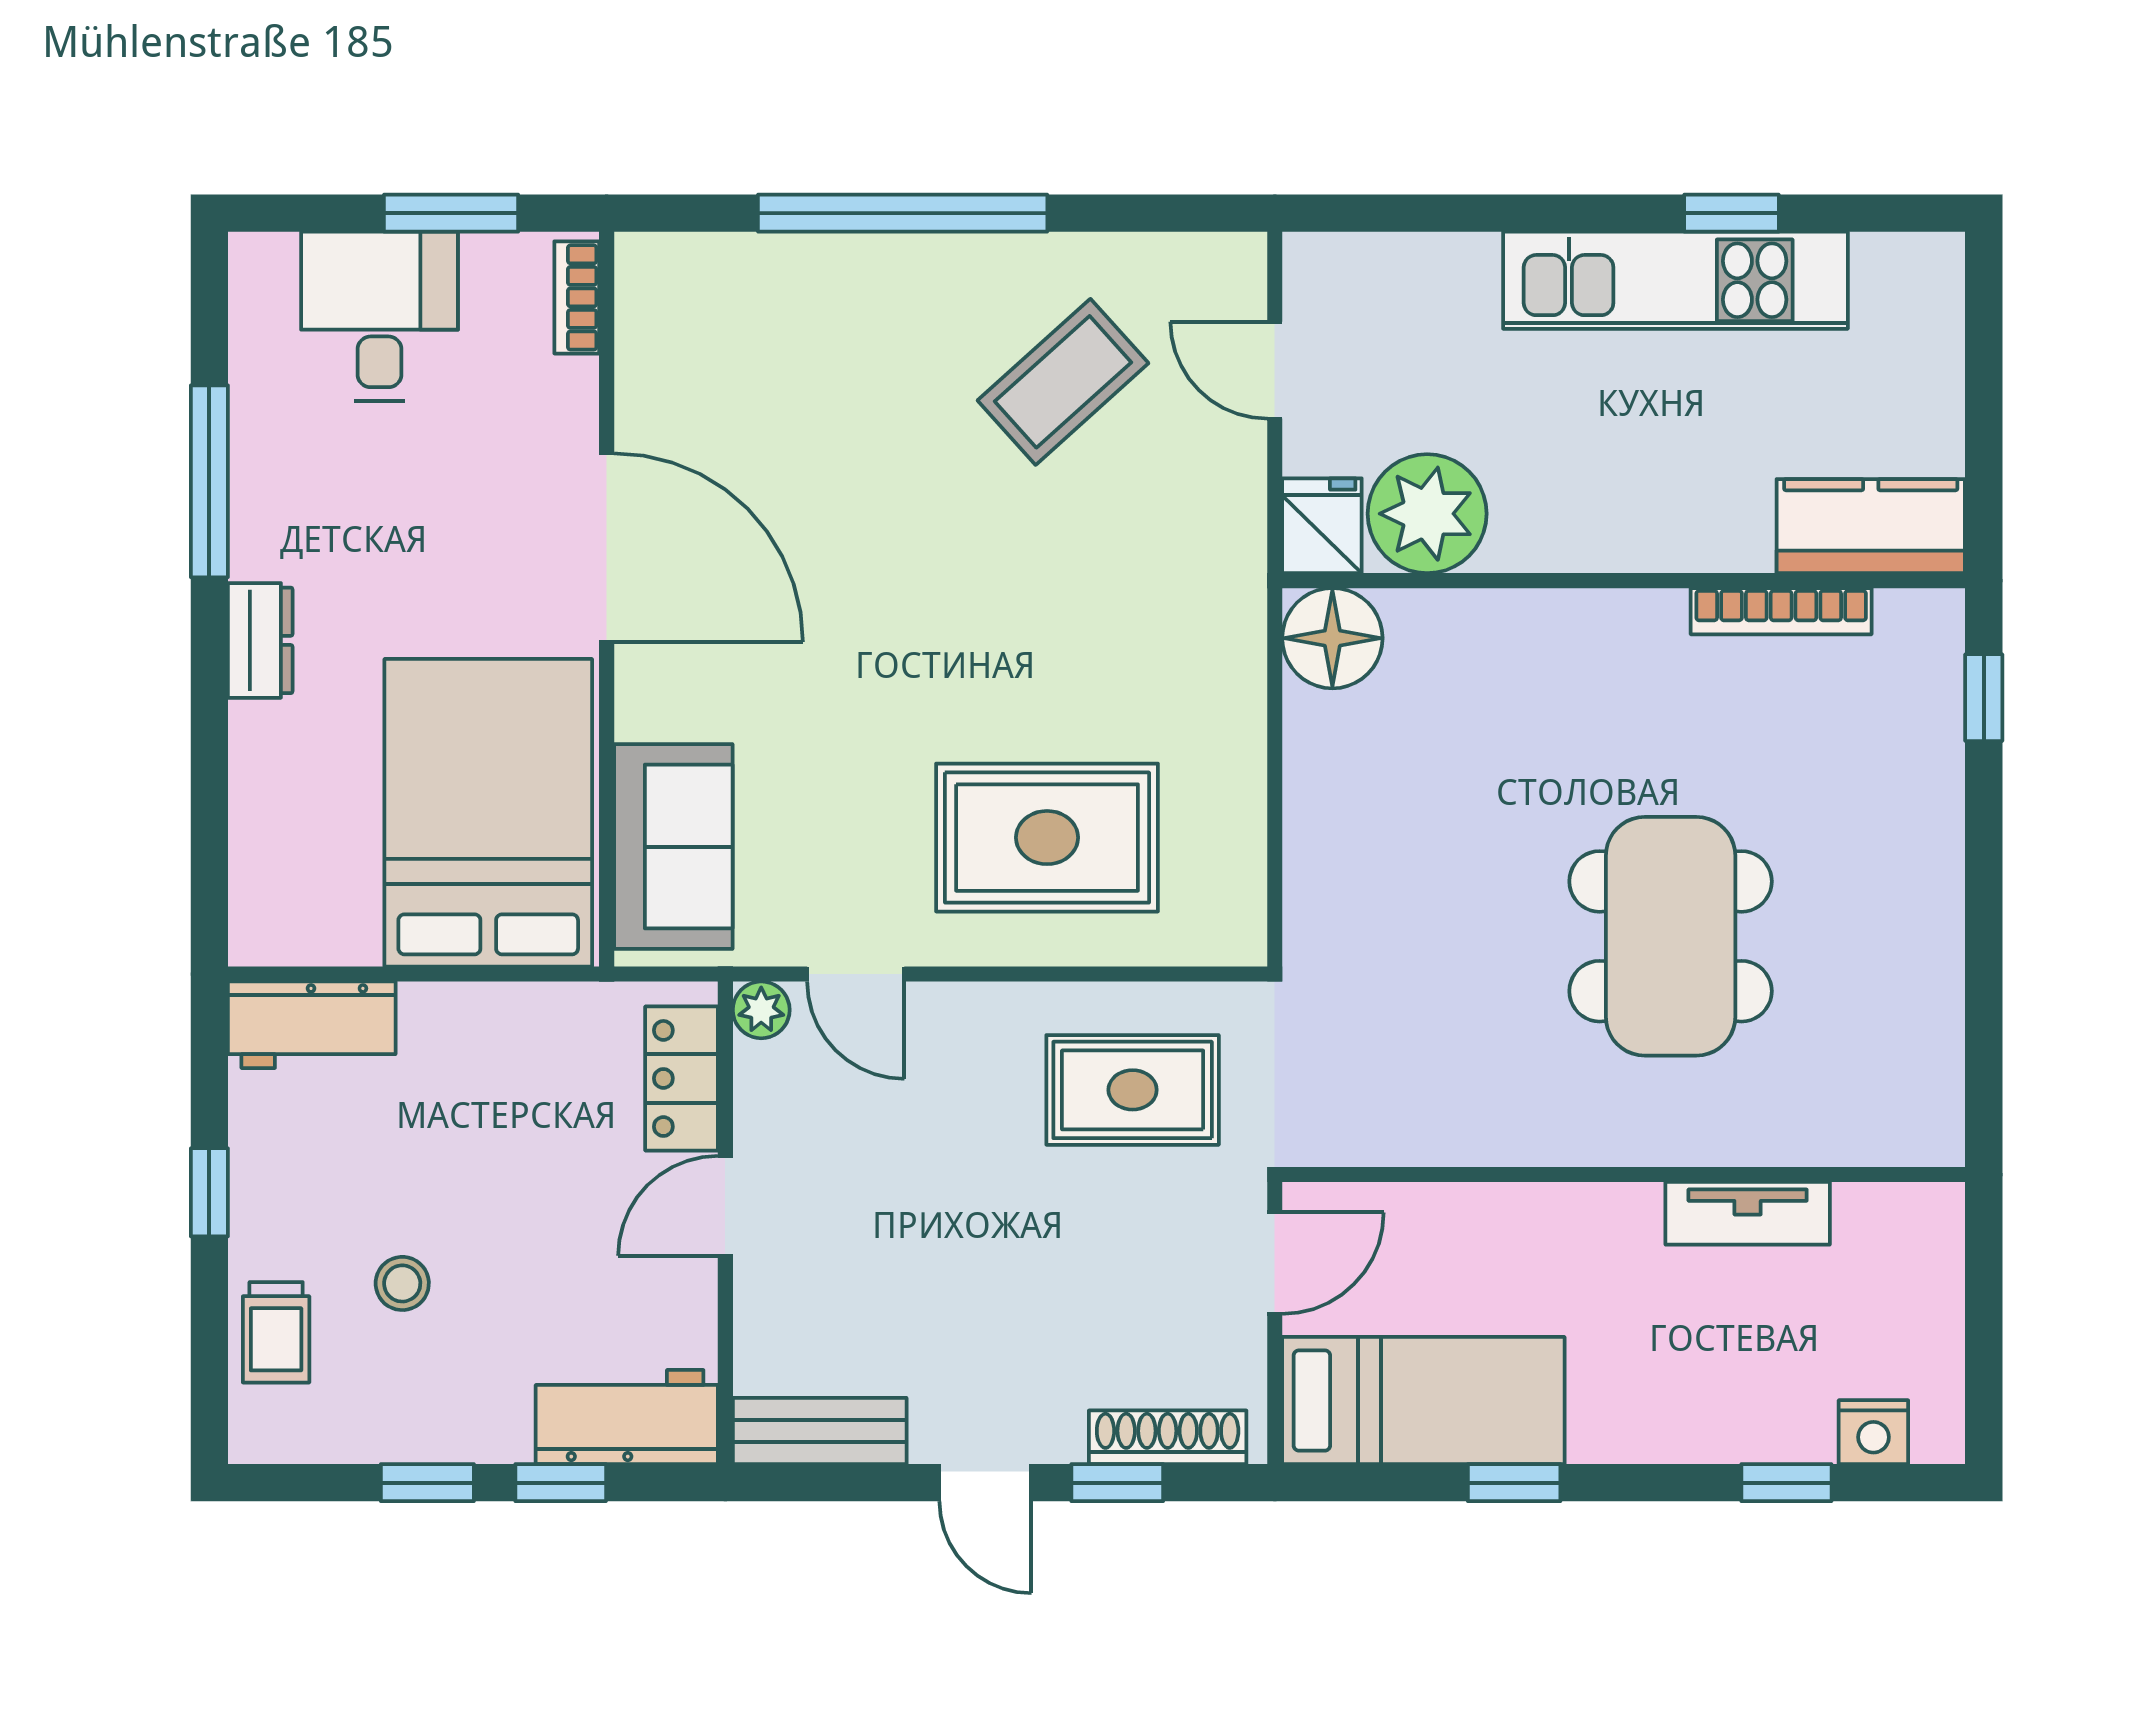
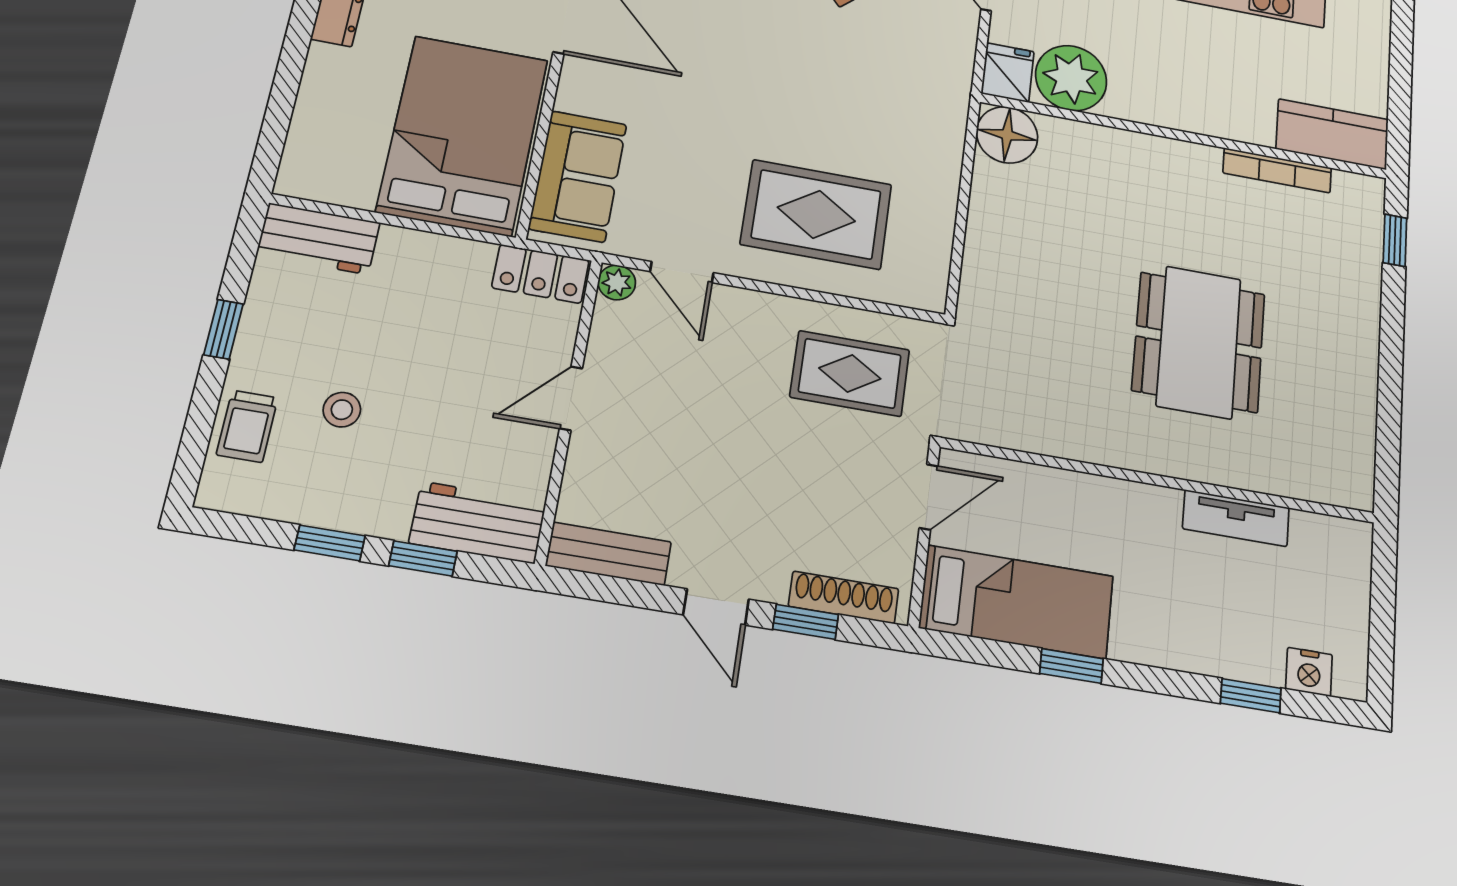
locker: (682, 1078) -> (540, 274), moved, turned -90

